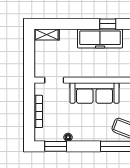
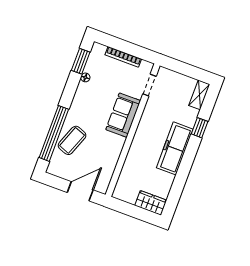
window: (108, 24) -> (200, 128), moved
sofa: (95, 93) -> (123, 115), width x0.73

